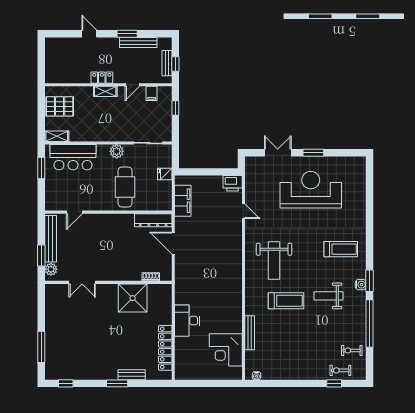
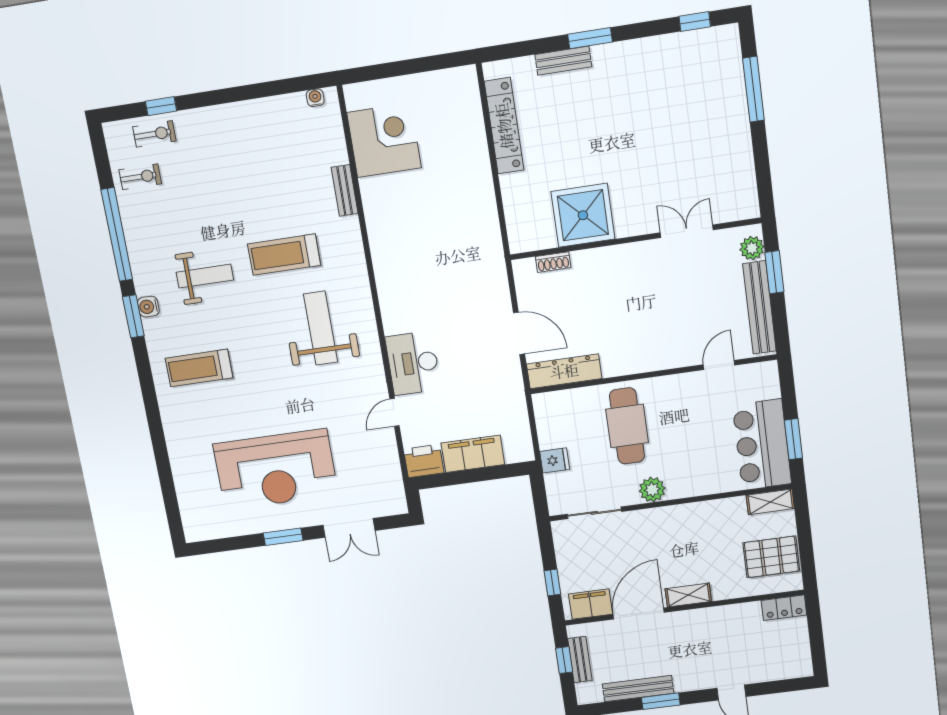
locker: (102, 78) -> (784, 608), moved
door: (132, 85) -> (639, 613), width x1.88
filing cabinet: (152, 93) -> (591, 604), width x2.00
bar counter: (73, 157) -> (762, 445), moved, turned -90
filing cabinet: (183, 201) -> (473, 454), moved, turned 90
door: (243, 211) -> (395, 412), hinge flipped
desk: (187, 321) -> (413, 363), moved, turned 180
bench: (250, 333) -> (345, 190), width x0.73

